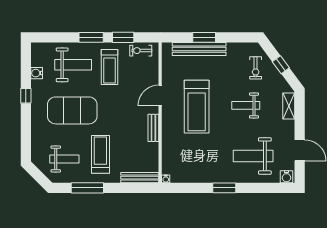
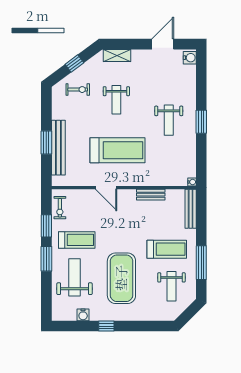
bench: (153, 128) -> (151, 195), moved
treadmill: (100, 154) -> (167, 249), turned 180
weight bench: (253, 156) -> (169, 120), moved, width x0.73, depth x0.75
weight bench: (64, 159) -> (171, 286), turned 180

